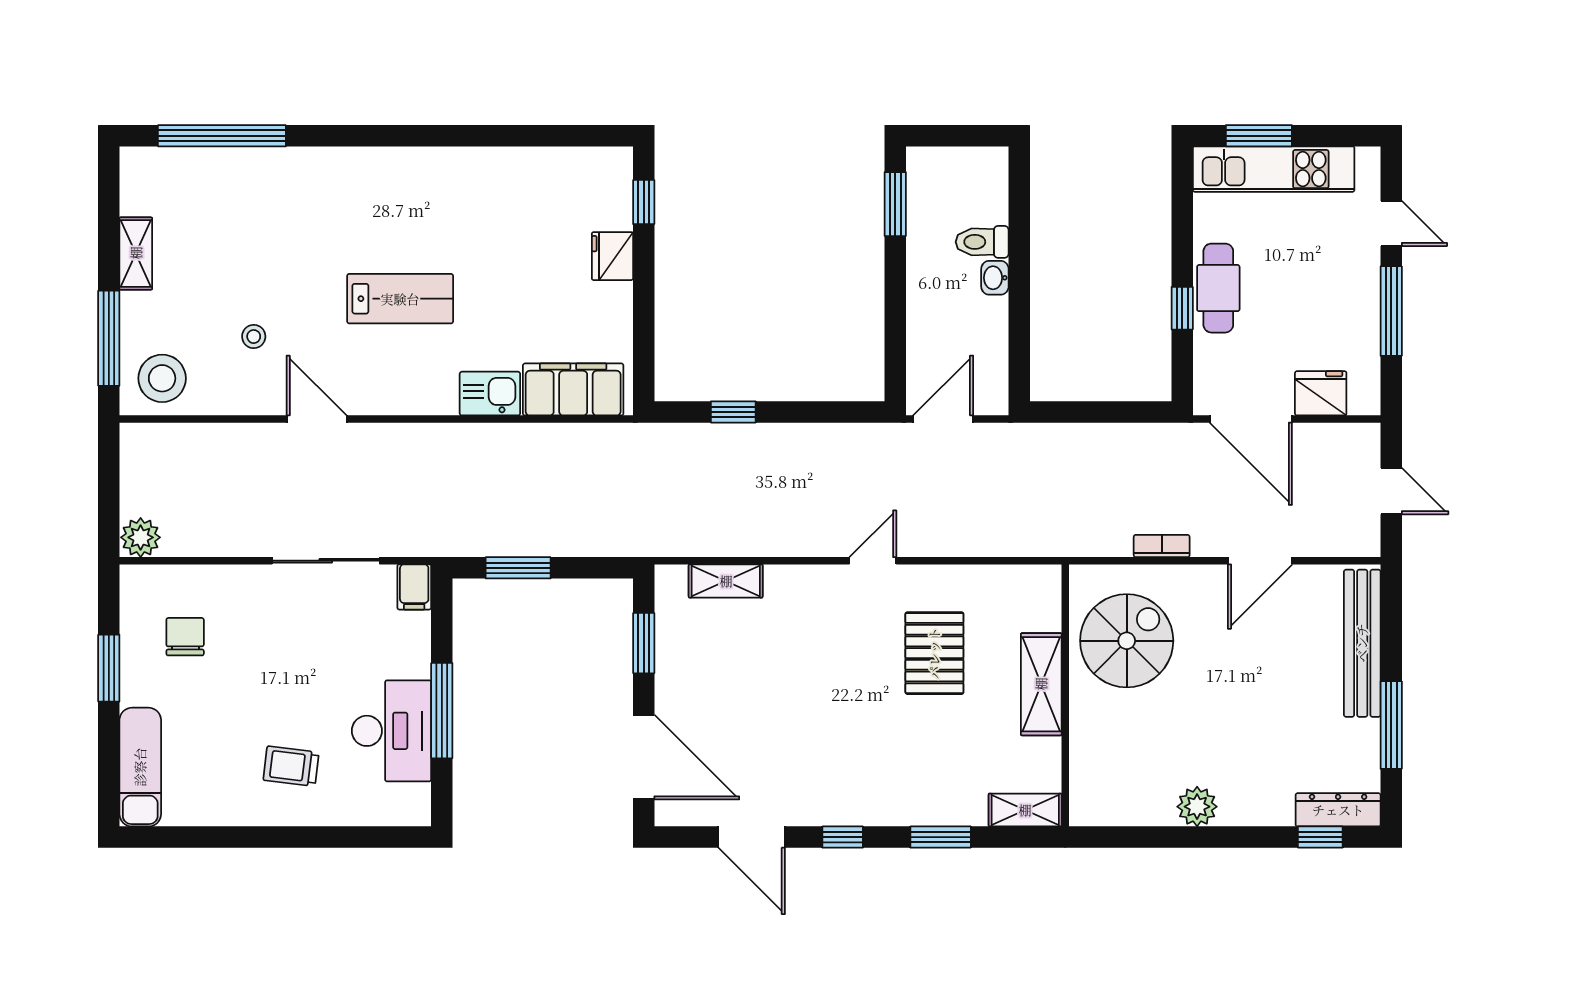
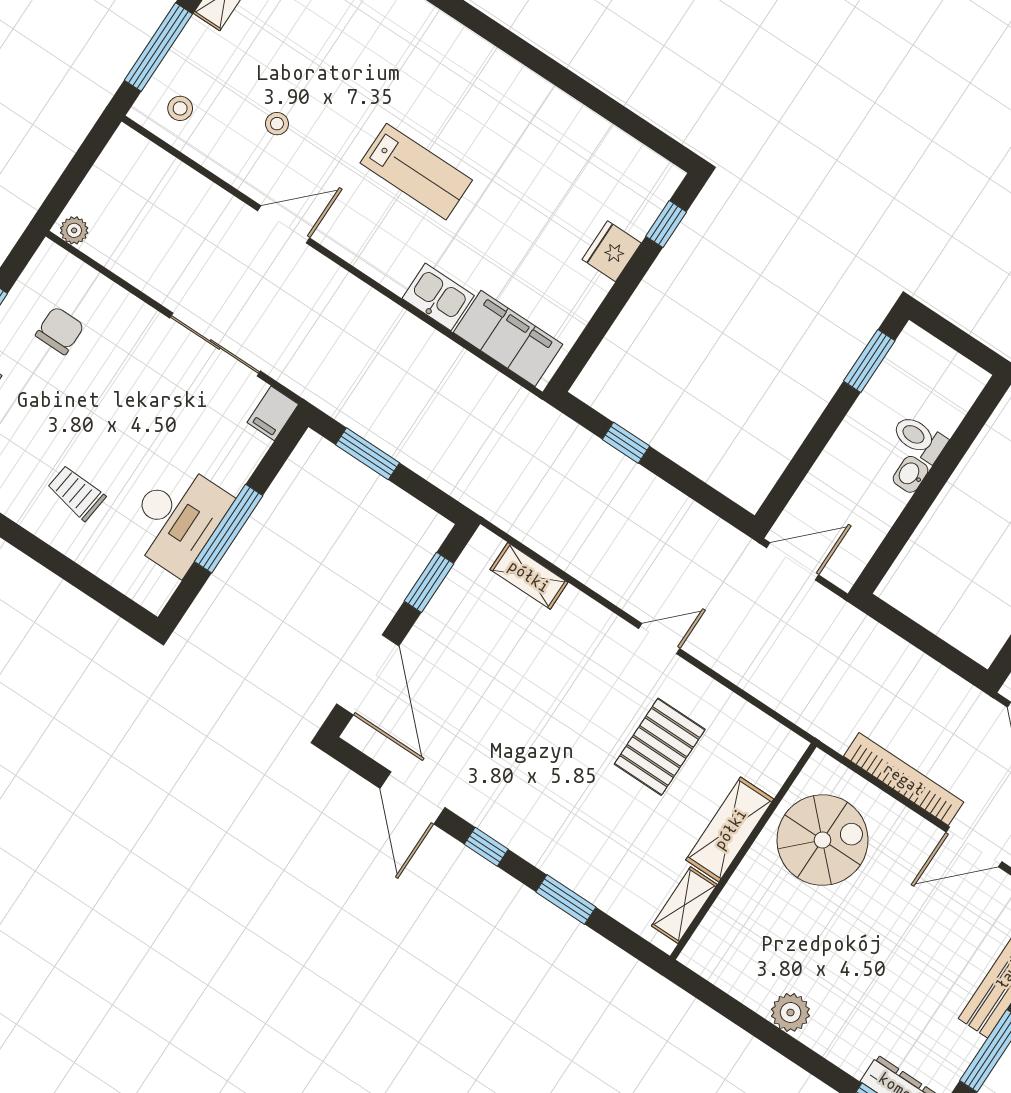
stool: (162, 378) -> (180, 108), width x0.53, depth x0.53
door: (317, 419) -> (284, 224), hinge flipped
plant: (141, 537) -> (74, 230), width x0.73, depth x0.73
bookcase: (1162, 546) -> (904, 779), width x2.31, depth x1.31
shelving: (1025, 810) -> (684, 905), moved, turned 90

